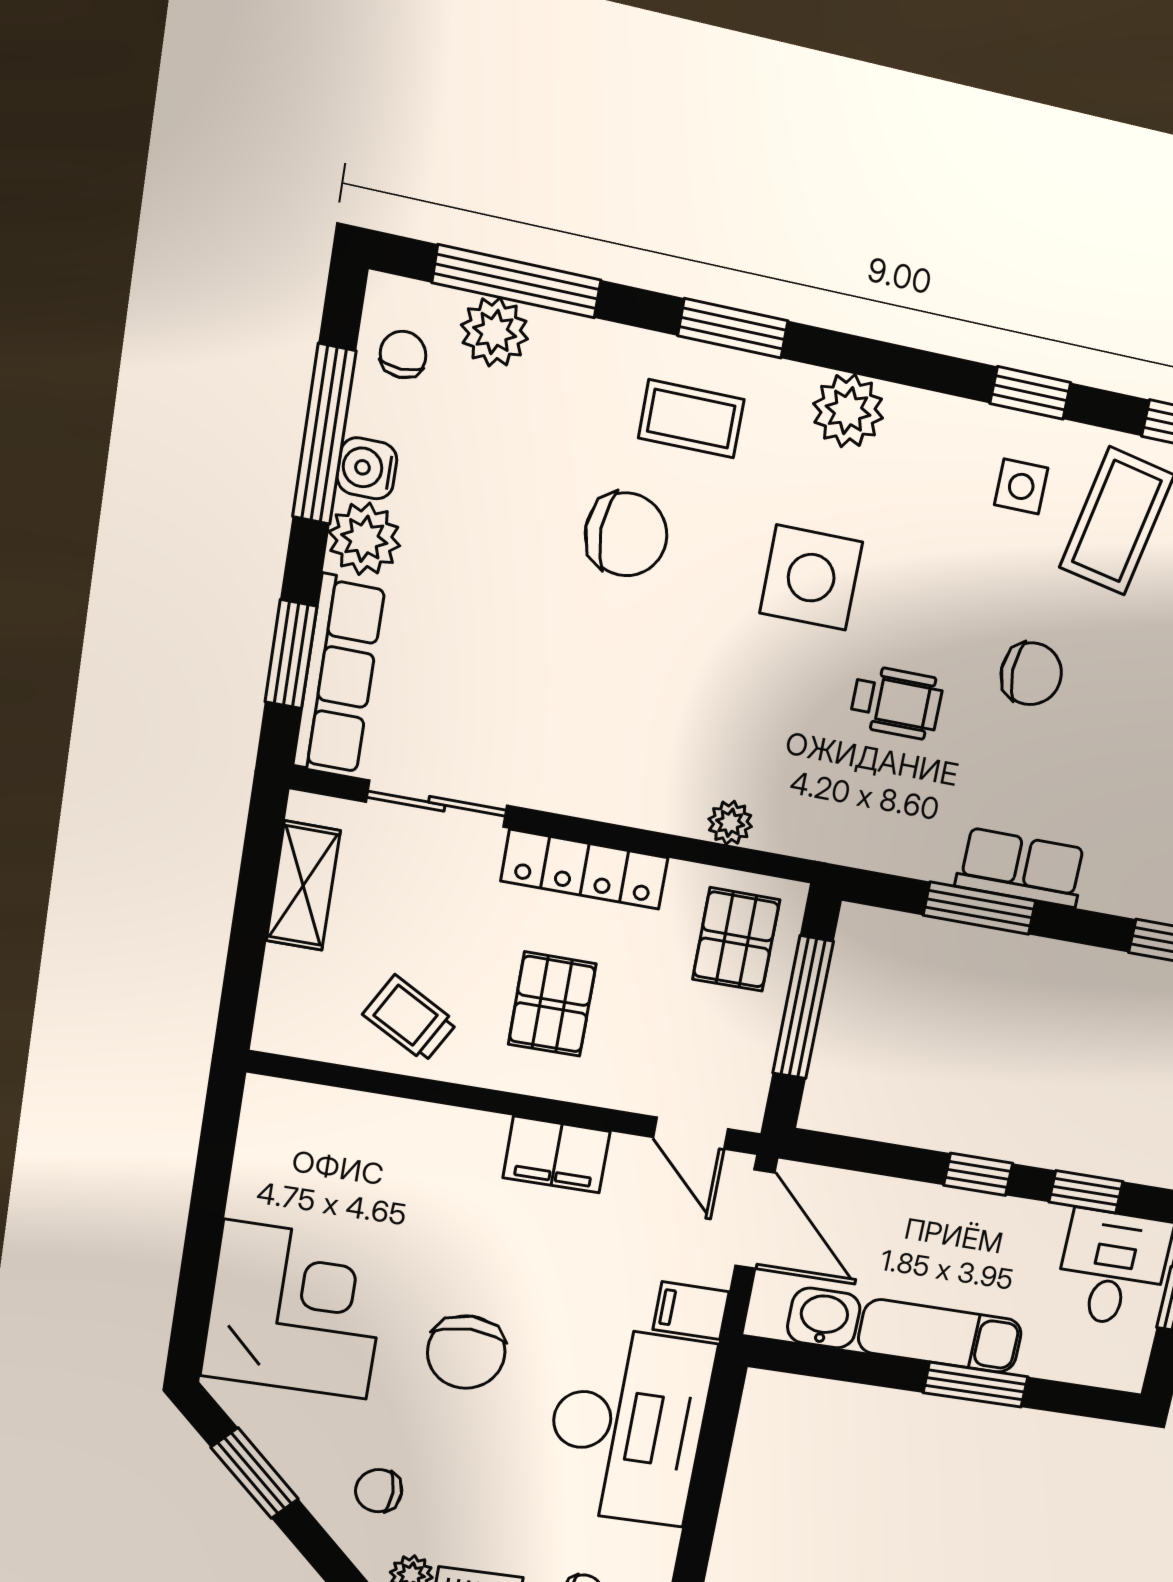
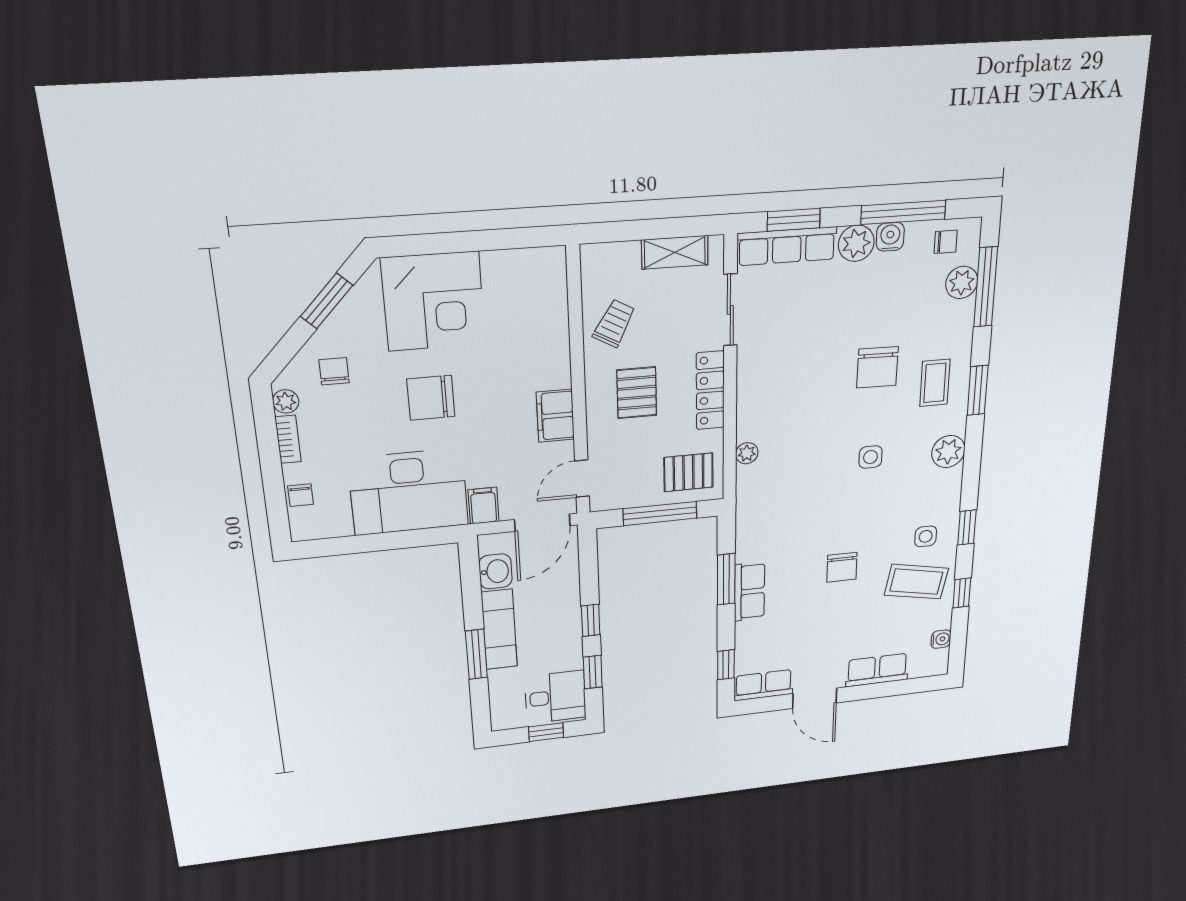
side table: (811, 578) -> (870, 457), width x0.54, depth x0.54
wheelchair: (896, 702) -> (819, 512), removed
pallet: (552, 1004) -> (637, 393), turned 90

